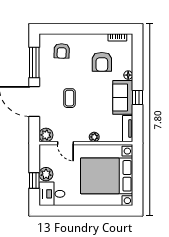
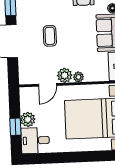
plant: (46, 135) -> (65, 75), moved
door: (66, 143) -> (48, 85), hinge flipped

